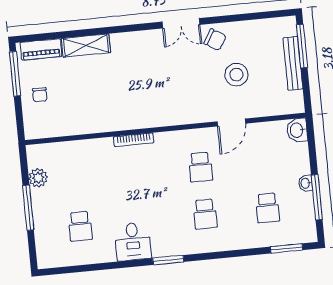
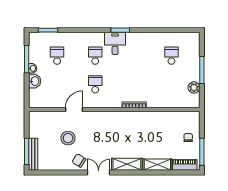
shelving: (136, 41) -> (127, 164), added
bench: (293, 63) -> (33, 154), moved
washbasin: (297, 130) -> (35, 81), moved
desk: (133, 241) -> (115, 43), moved

